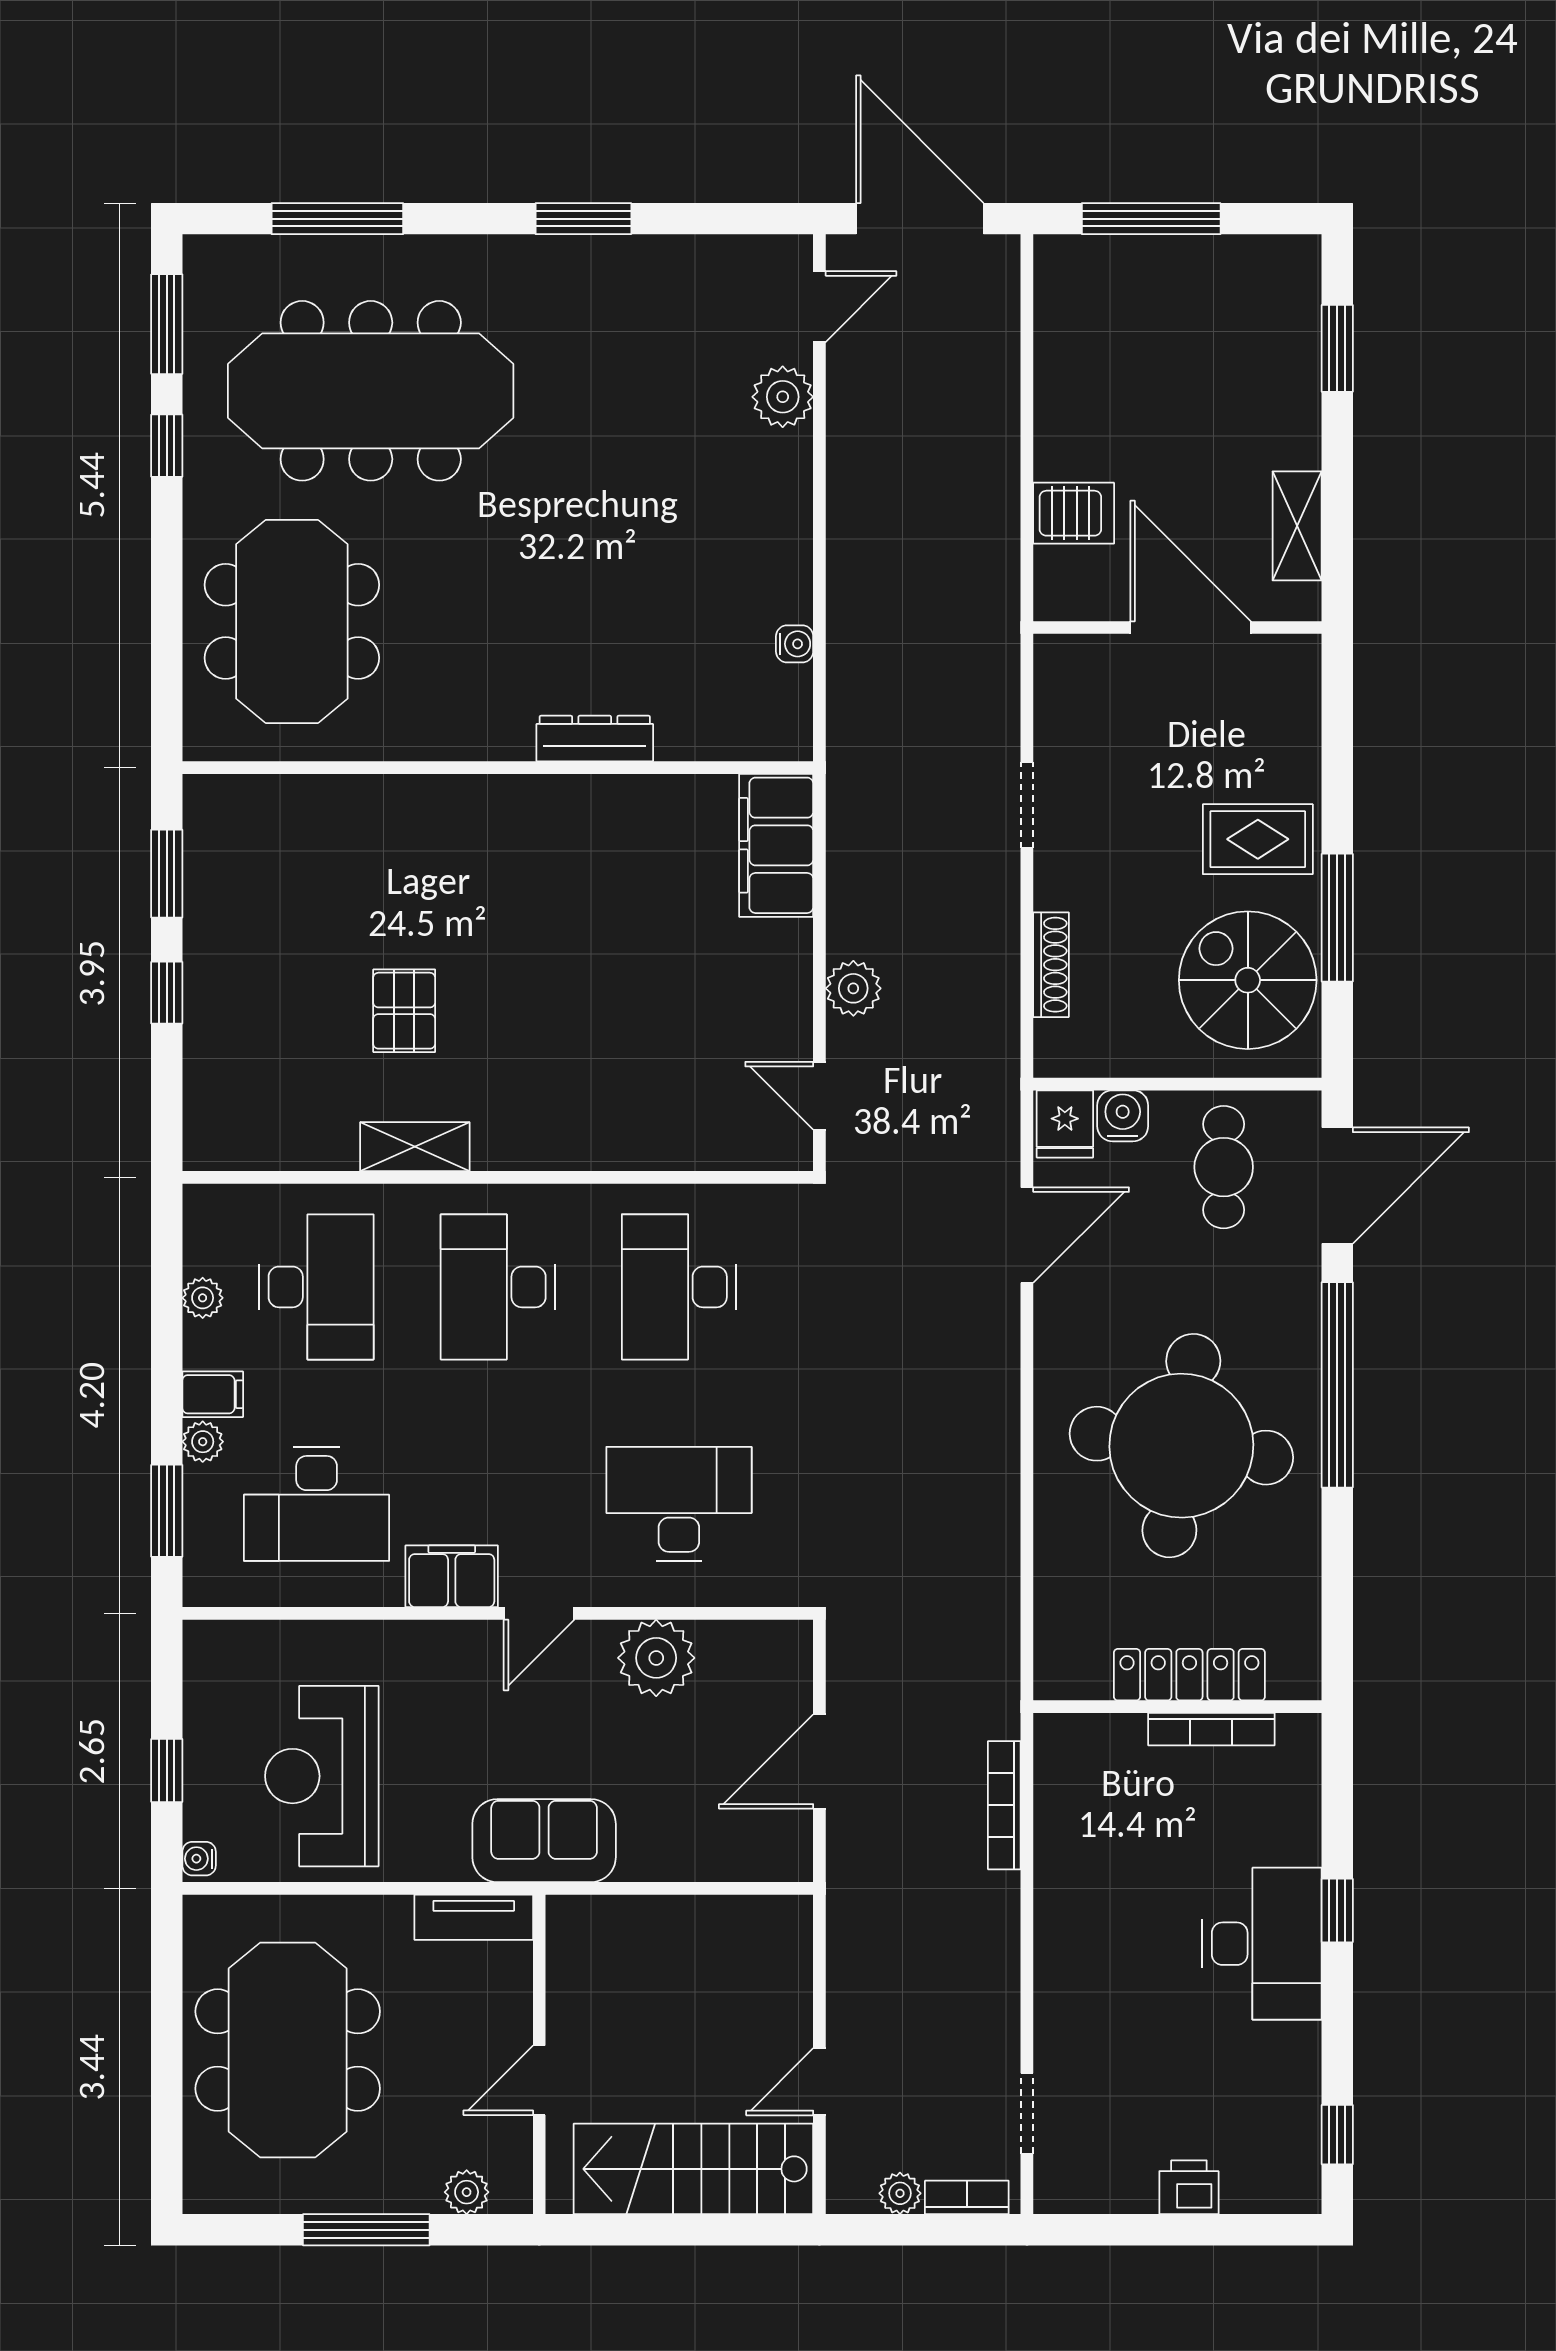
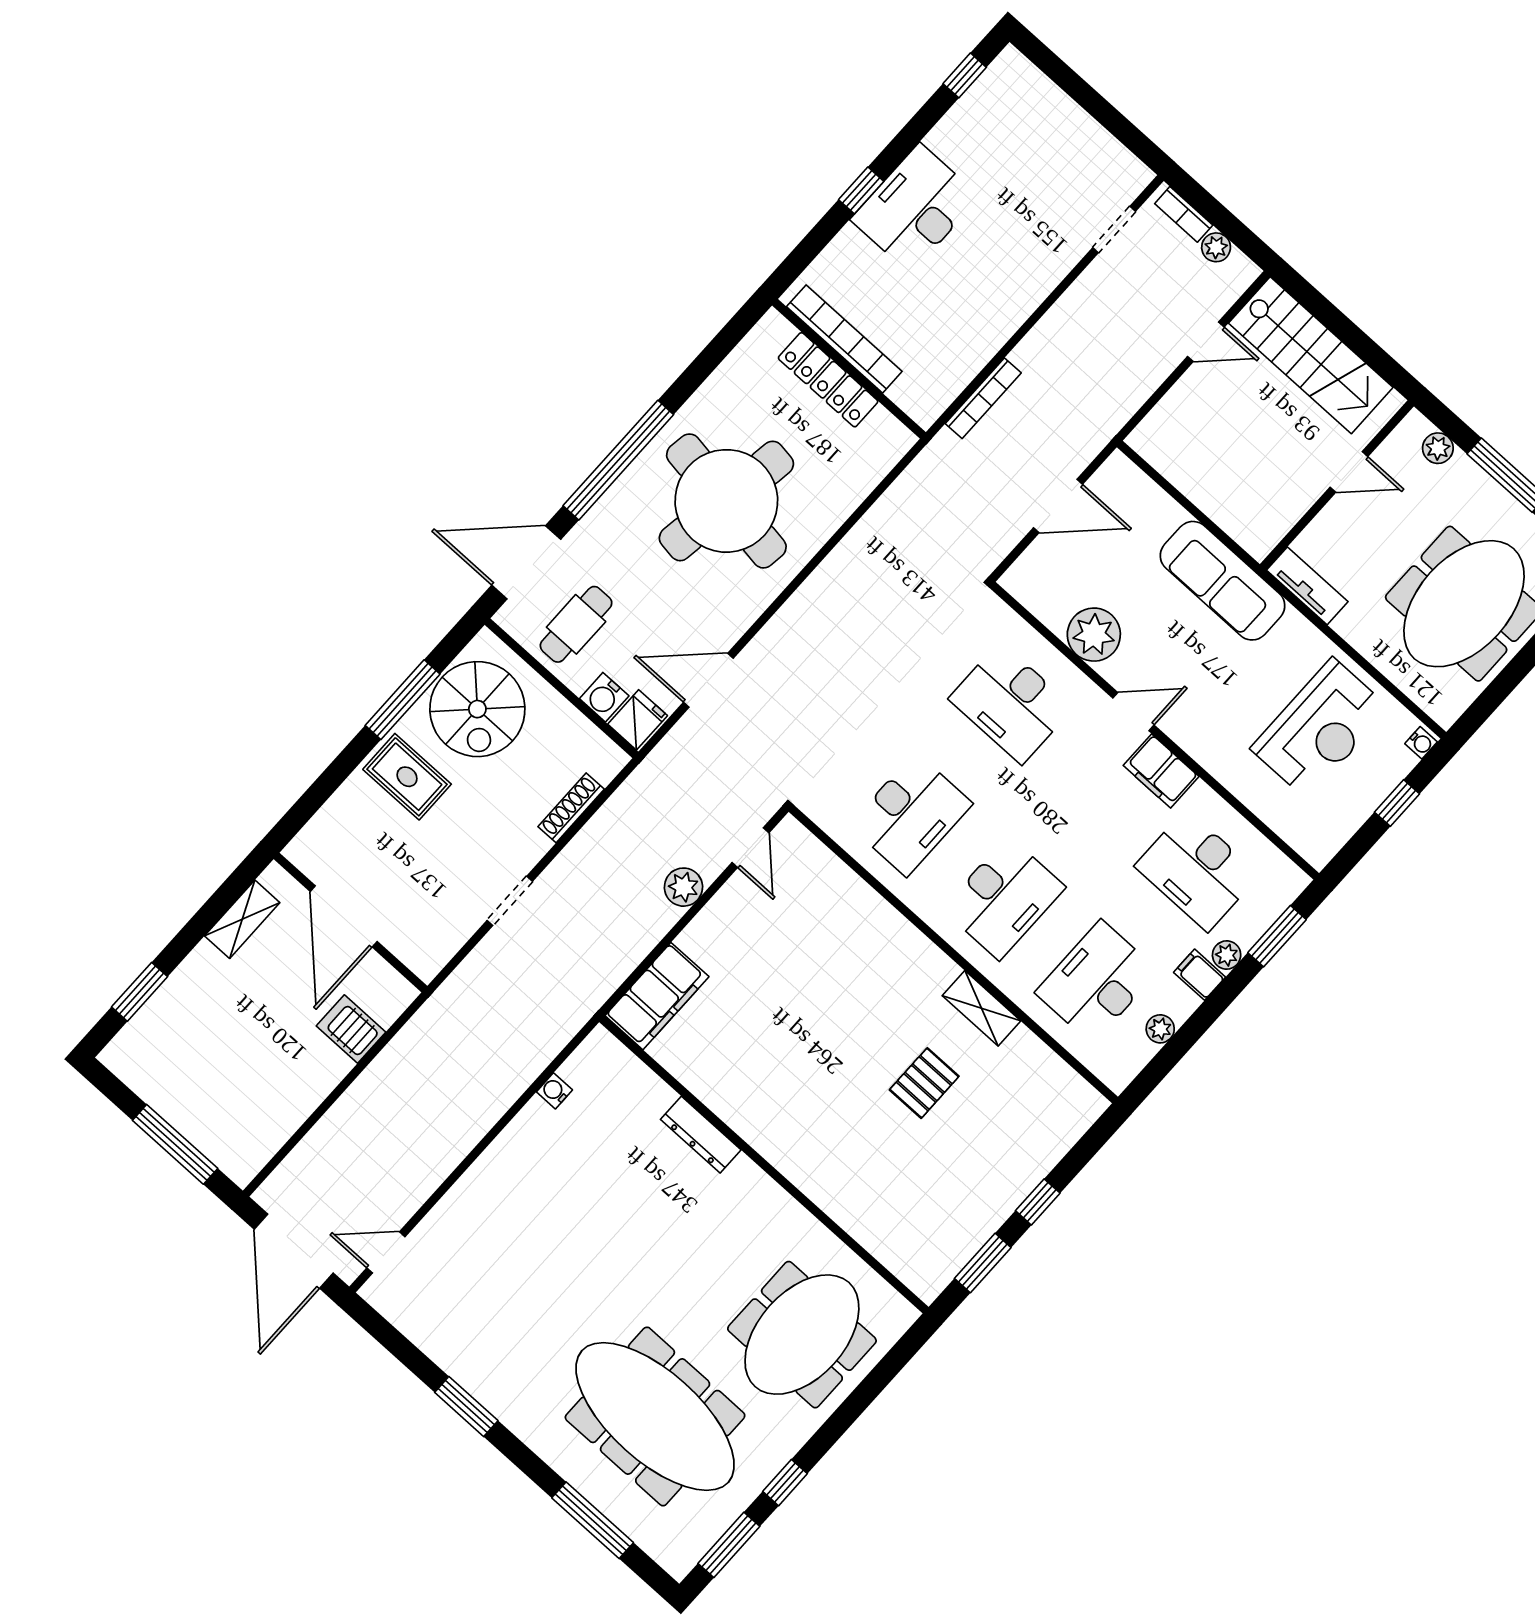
plant: (783, 397) -> (446, 1223), removed
desk: (317, 1504) -> (1197, 871), turned 180
bookcase: (1211, 1729) -> (844, 339), width x1.48, depth x1.31
sofa: (544, 1841) -> (1222, 581), width x1.36
printer: (1189, 2187) -> (1065, 117), removed

